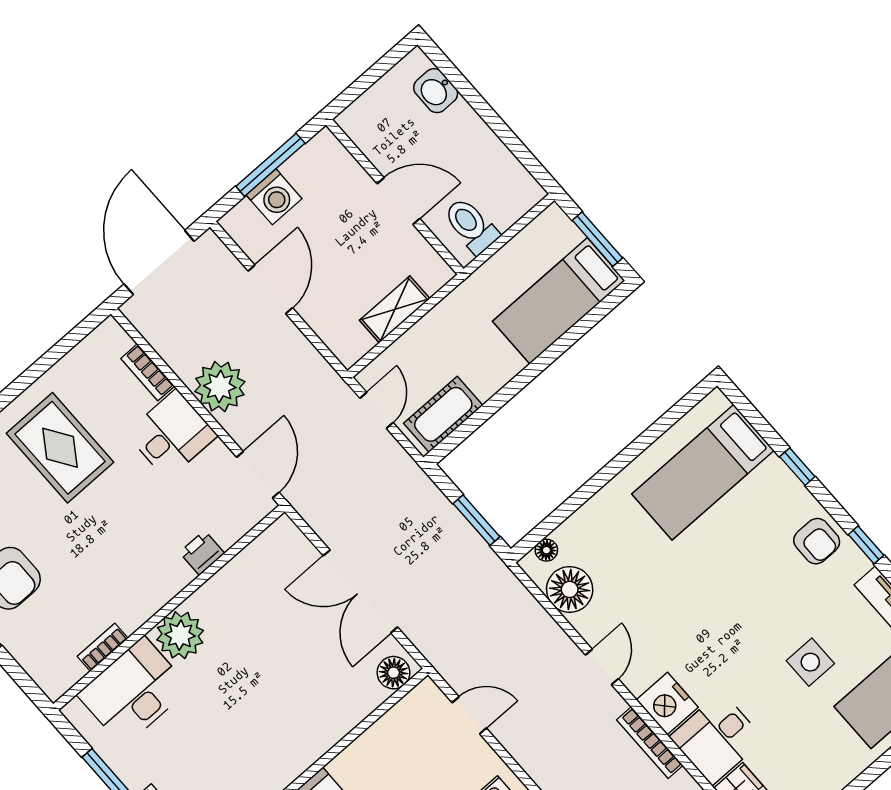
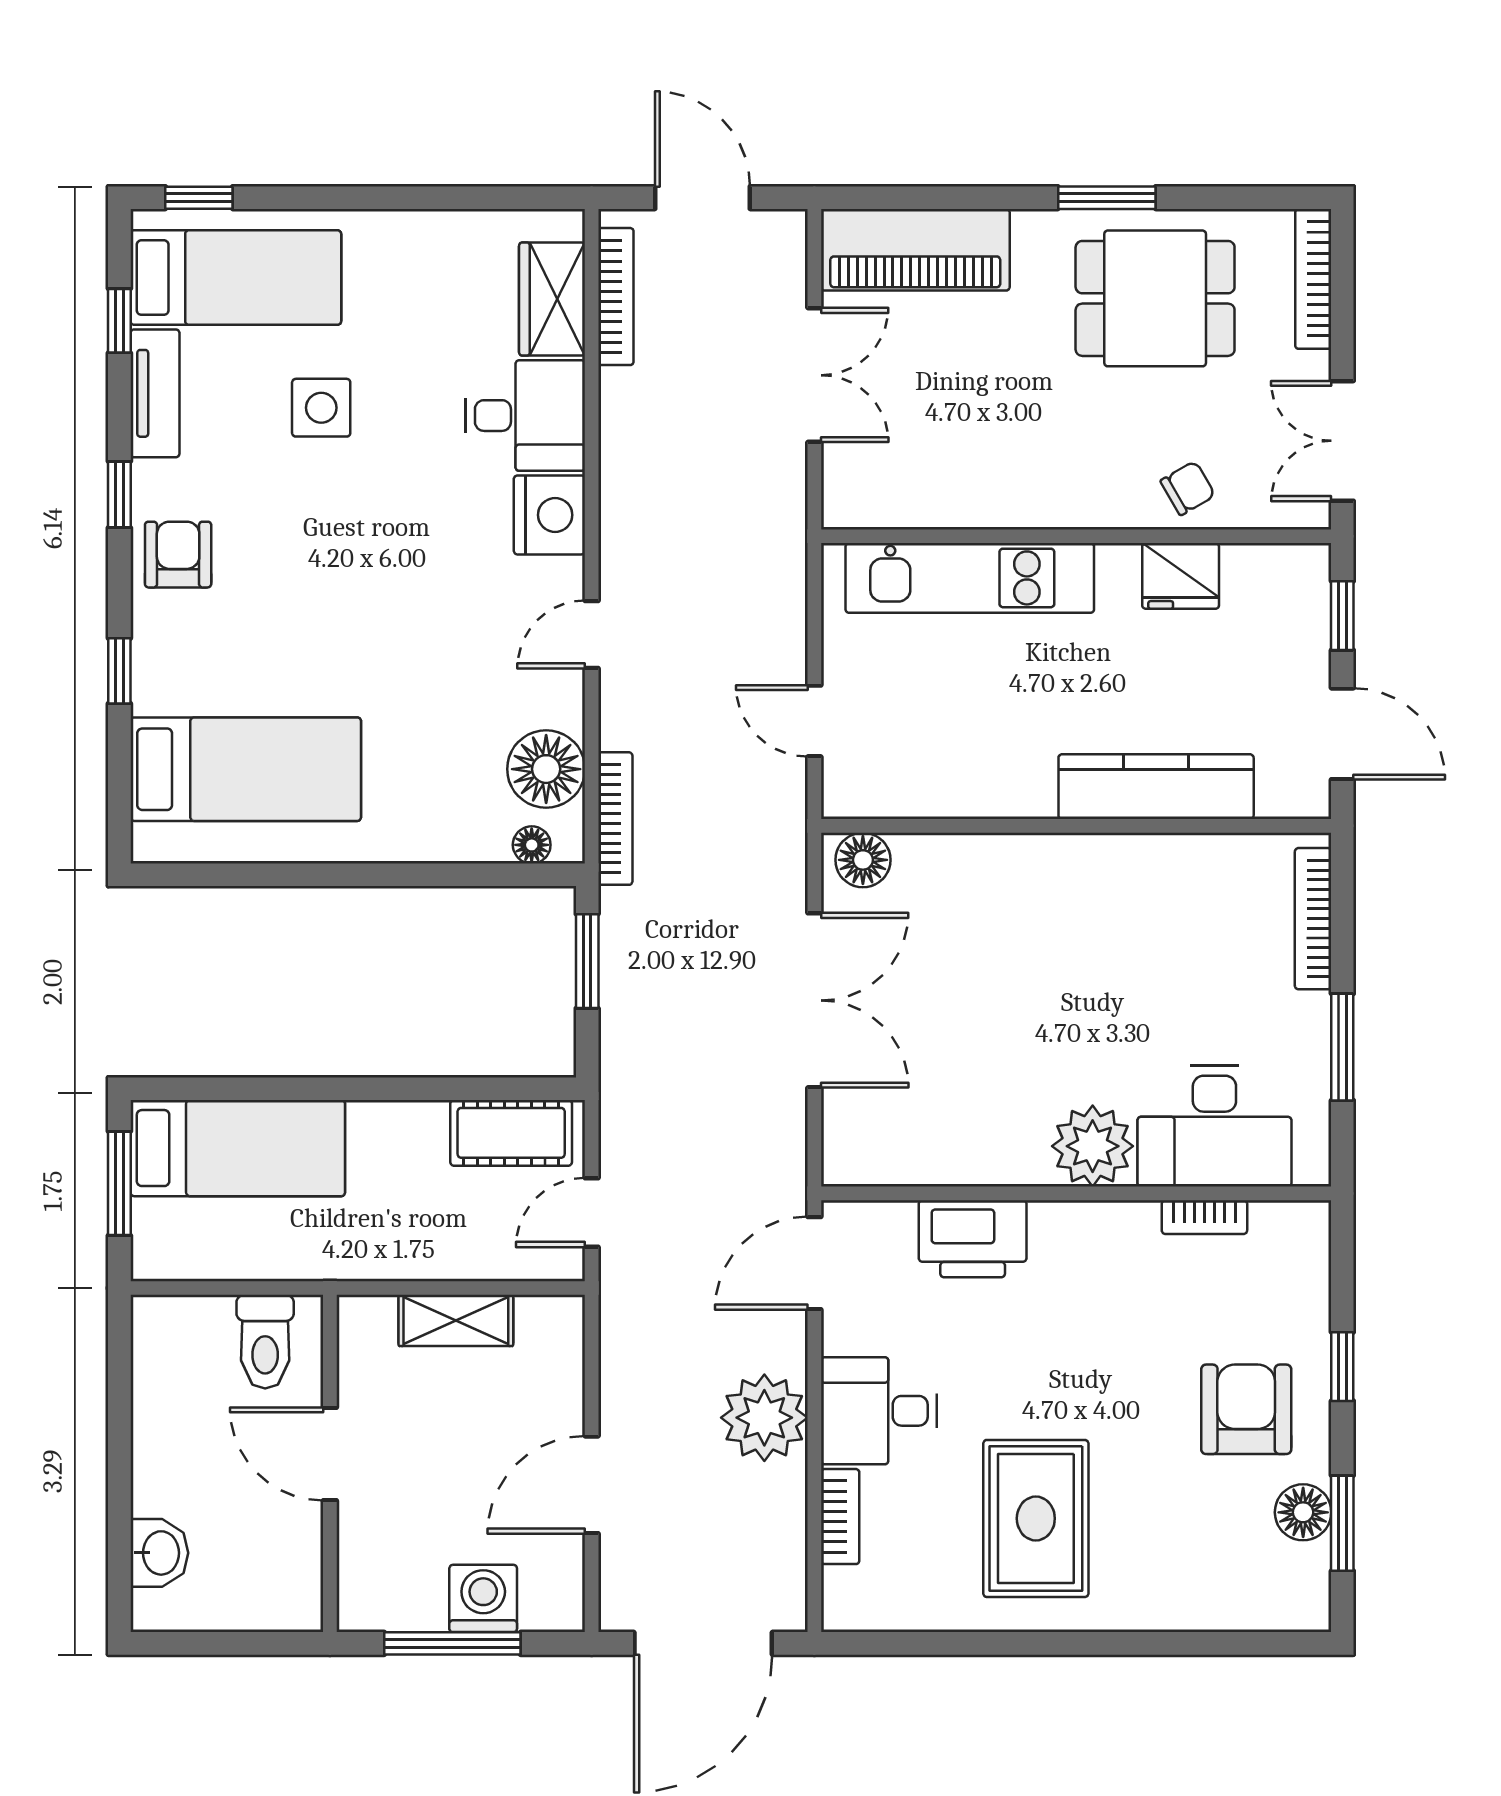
printer: (202, 553) -> (973, 1239), width x1.87, depth x1.48
bookcase: (650, 743) -> (615, 819), moved

